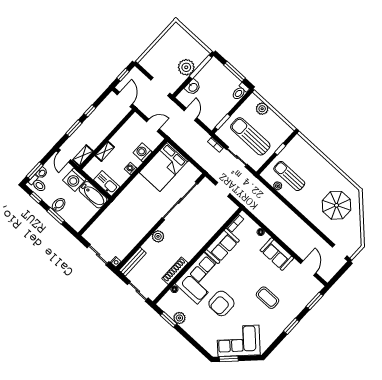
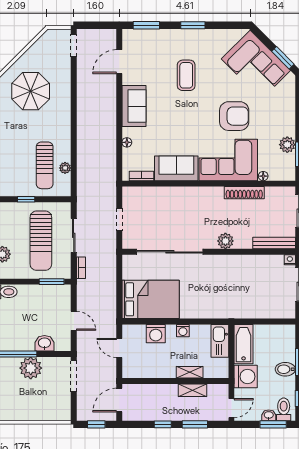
door: (190, 114) -> (74, 321), swing flipped
shelving: (83, 155) -> (192, 390), moved

